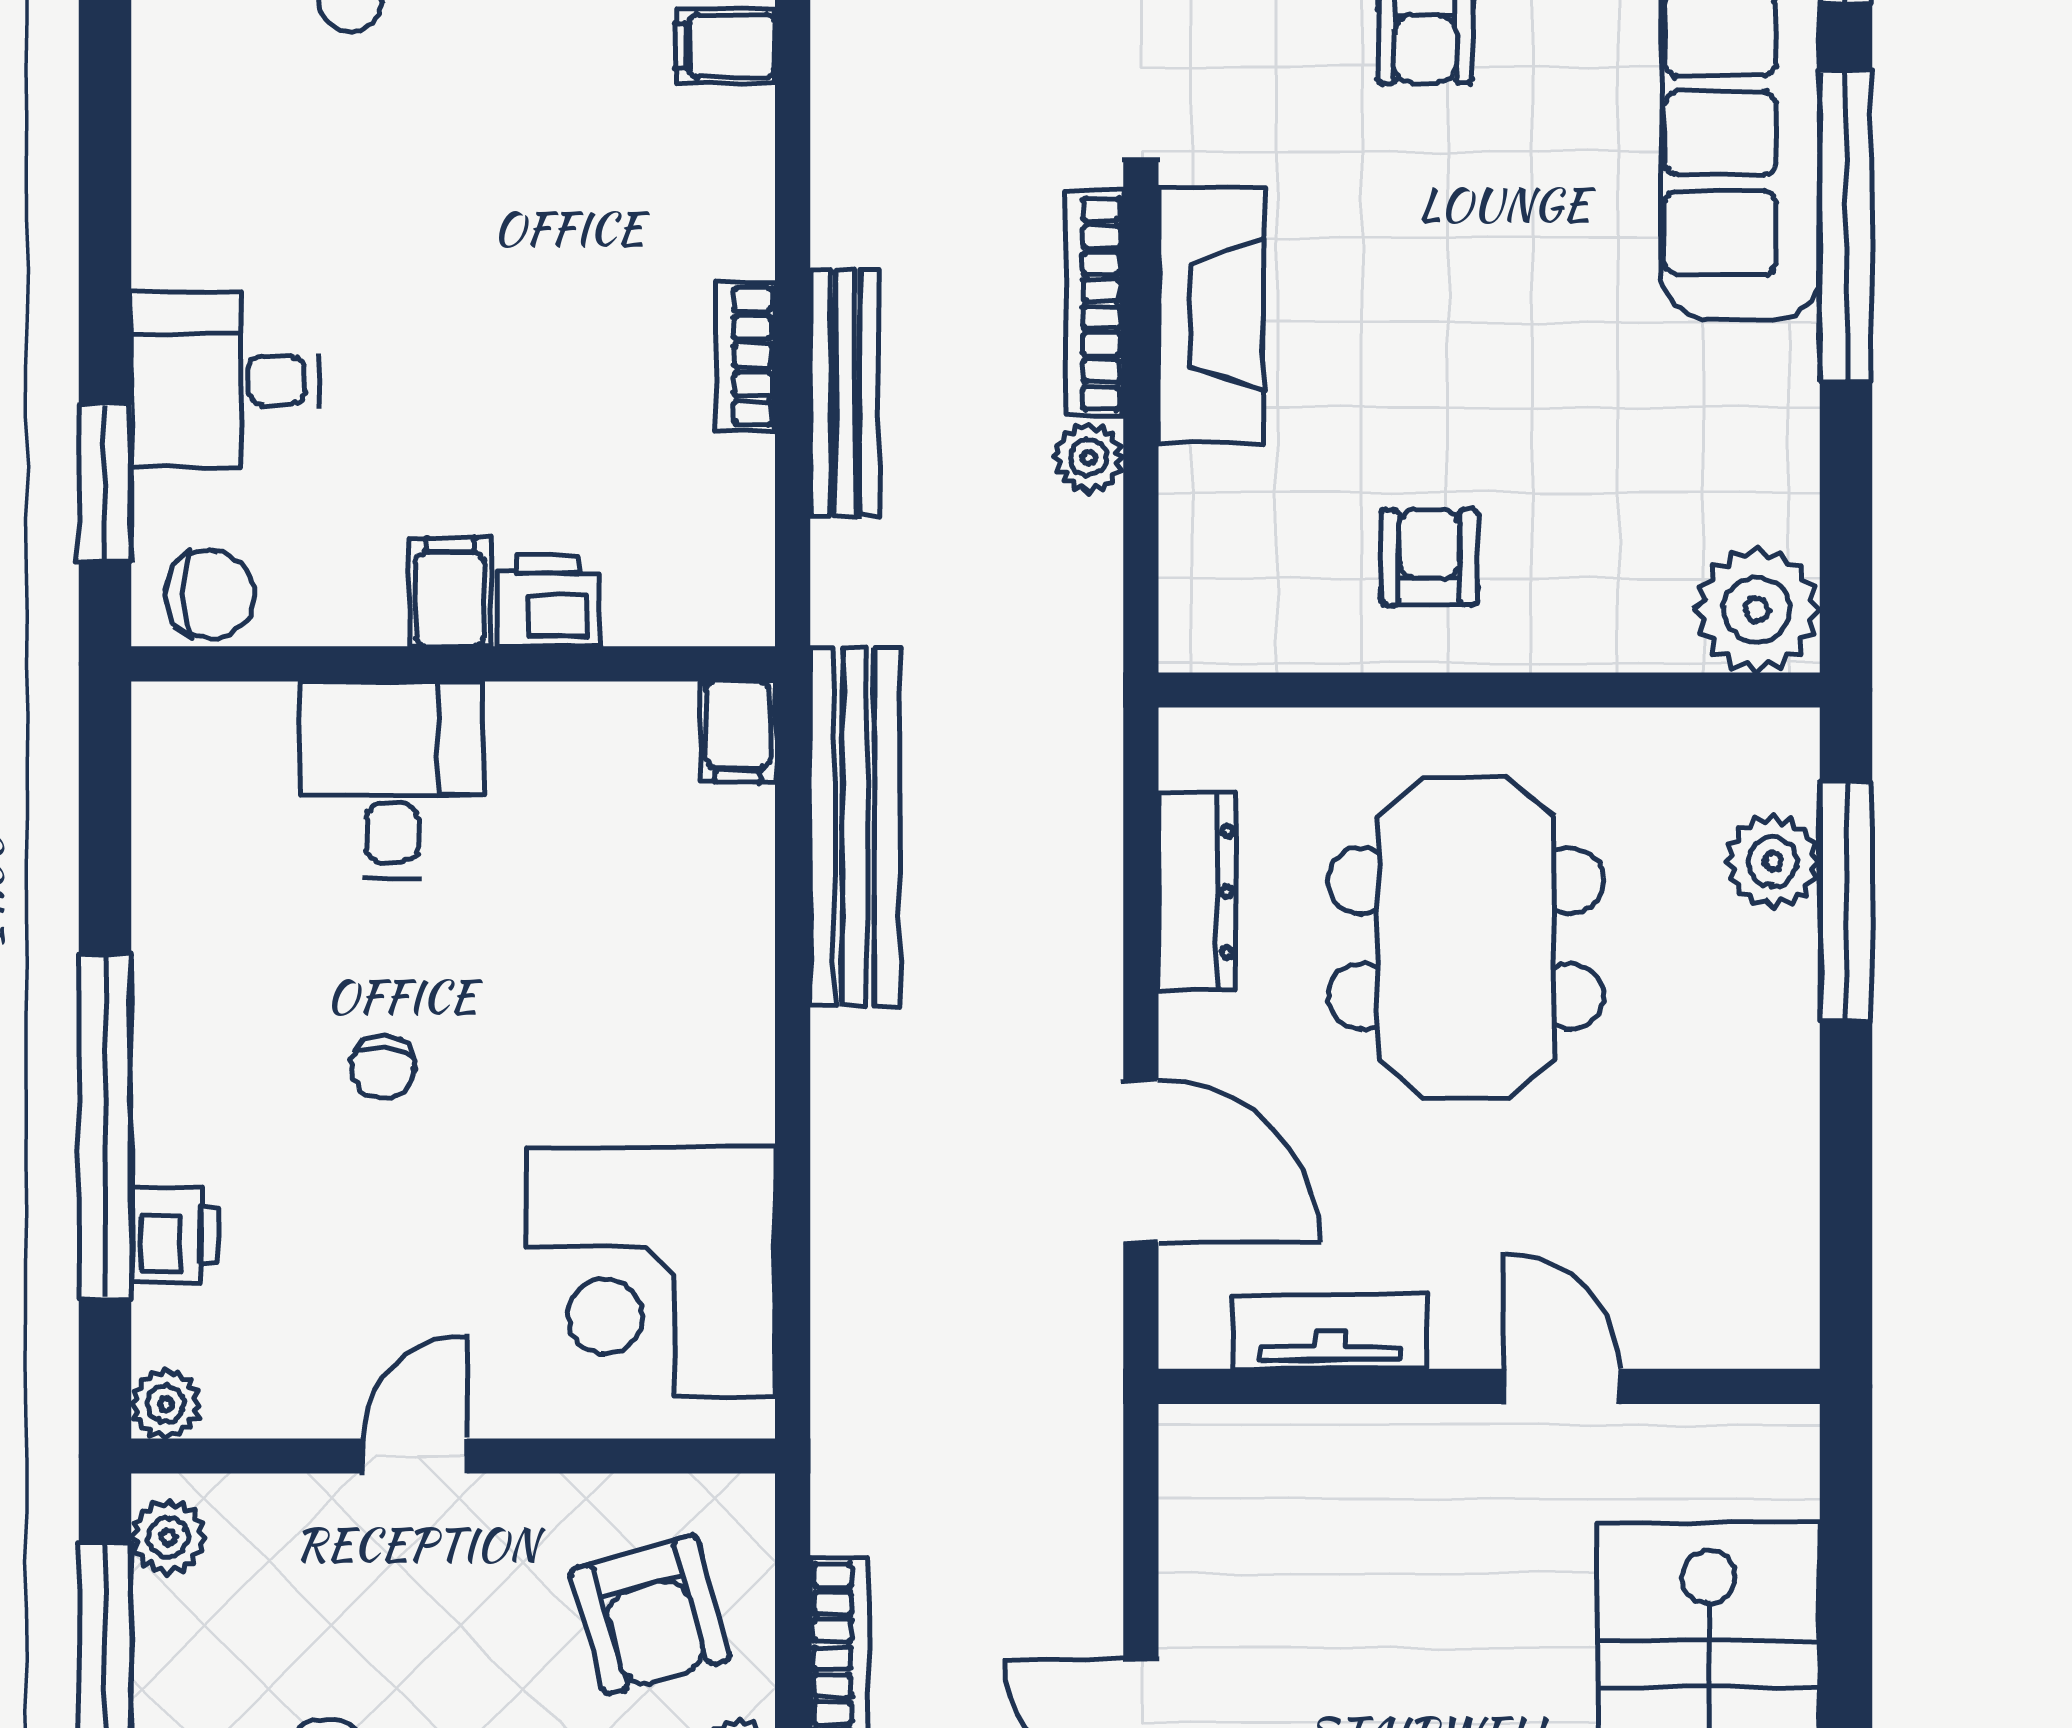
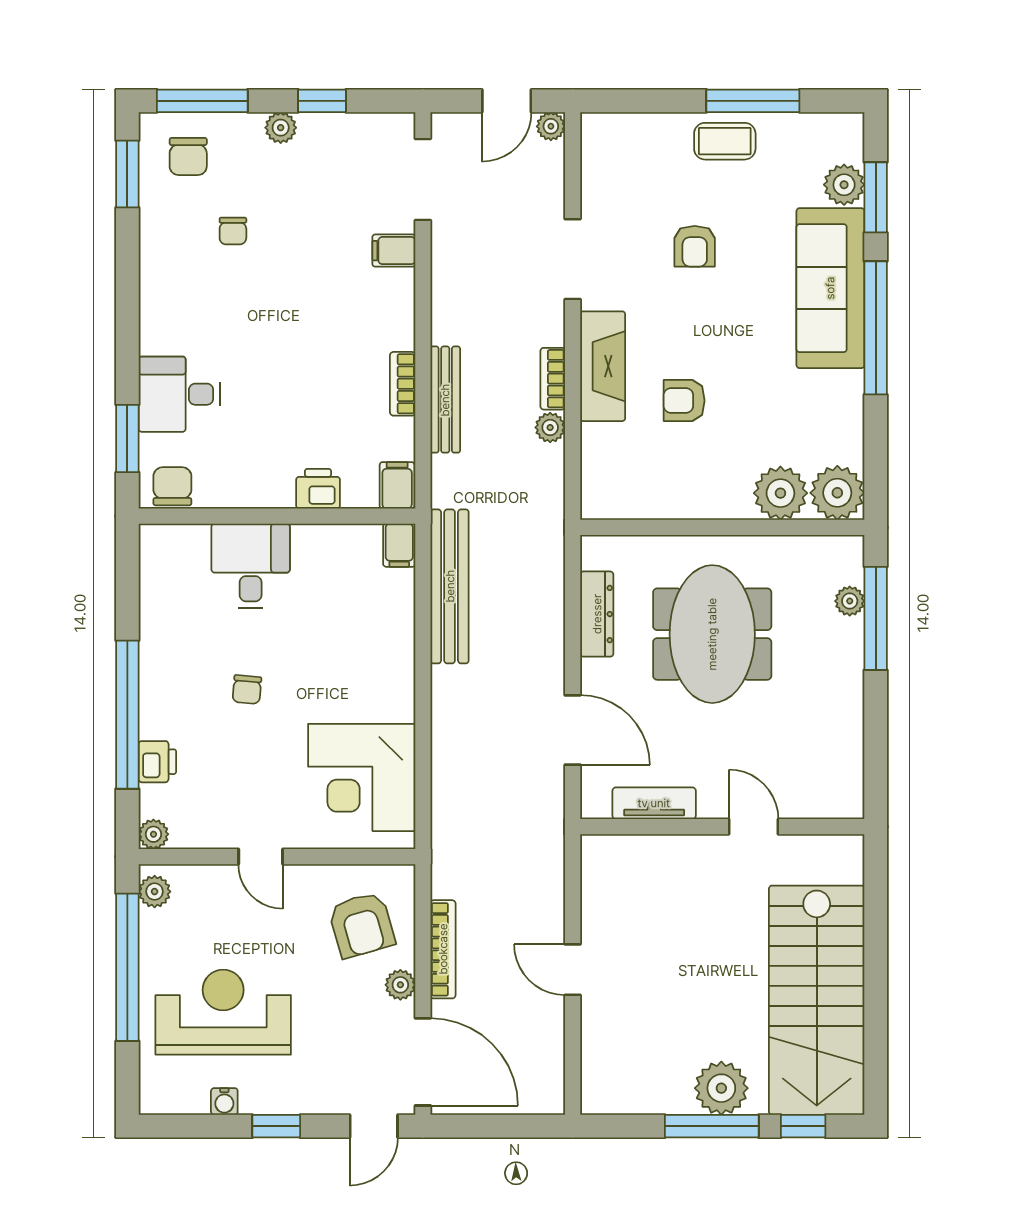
bookcase: (1095, 304) -> (553, 379), width x0.64
armchair: (1430, 557) -> (684, 401), moved, turned -90
filing cabinet: (450, 592) -> (397, 485), moved
chair: (210, 595) -> (172, 486), turned -90
plant: (1625, 610) -> (780, 493), added
plant: (1773, 861) -> (850, 601), width x0.73, depth x0.73
door: (415, 1456) -> (261, 857), swing flipped

